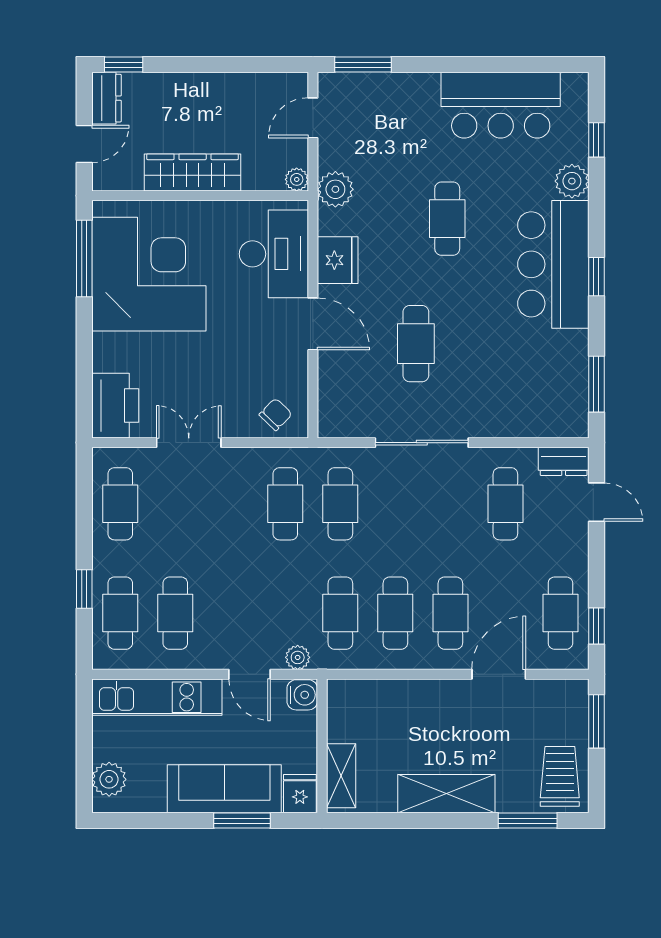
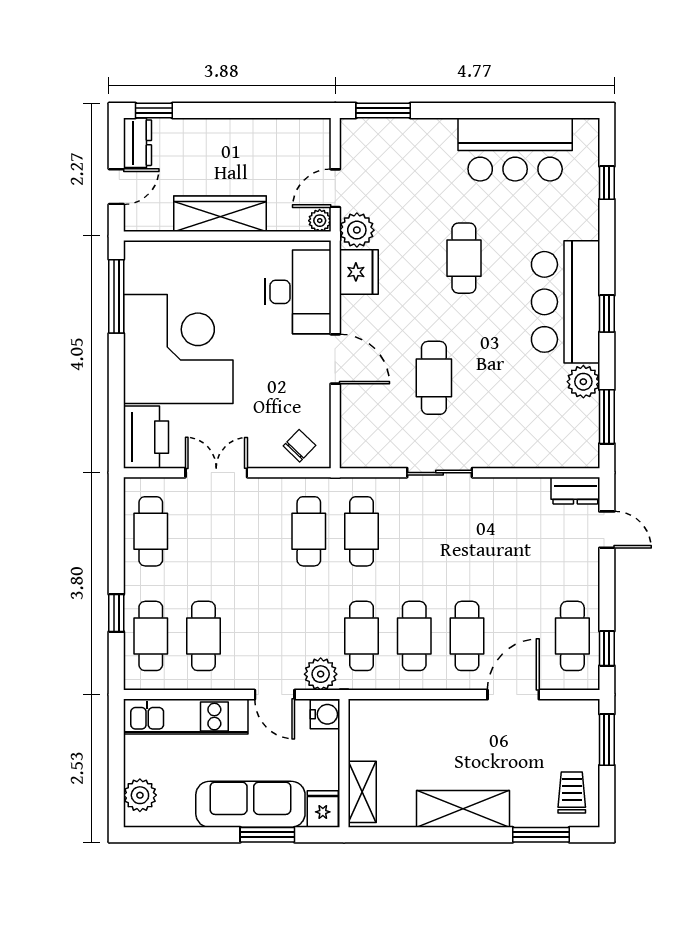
door: (313, 118) -> (335, 188), moved
plant: (572, 181) -> (583, 382), moved
fridge: (338, 260) -> (359, 272), moved
corner desk: (149, 274) -> (178, 349), moved
sliding door: (422, 443) -> (440, 473), width x0.73
cafe table: (505, 504) -> (520, 531), removed
plant: (298, 657) -> (321, 674), width x1.38, depth x1.38
trolley: (560, 776) -> (572, 792), width x0.73, depth x0.72

